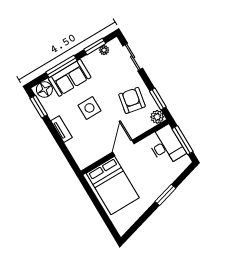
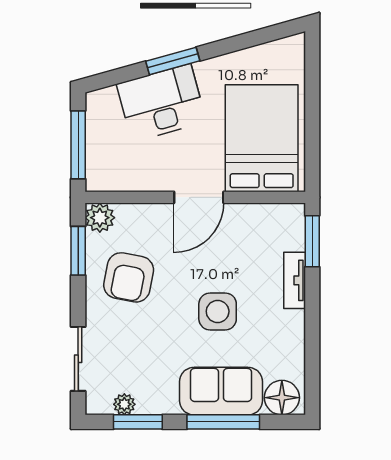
window: (39, 107) -> (312, 241), moved
tv unit: (62, 129) -> (295, 280), moved
desk: (166, 146) -> (161, 103), moved, turned 74

